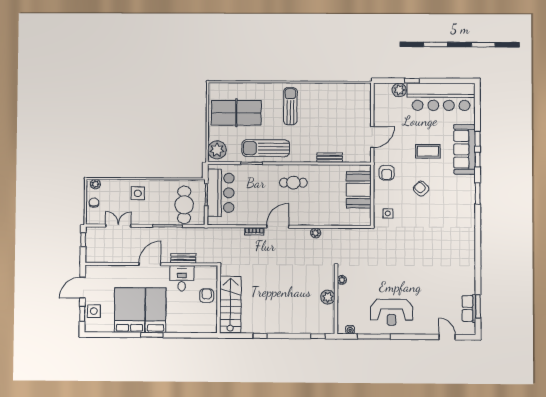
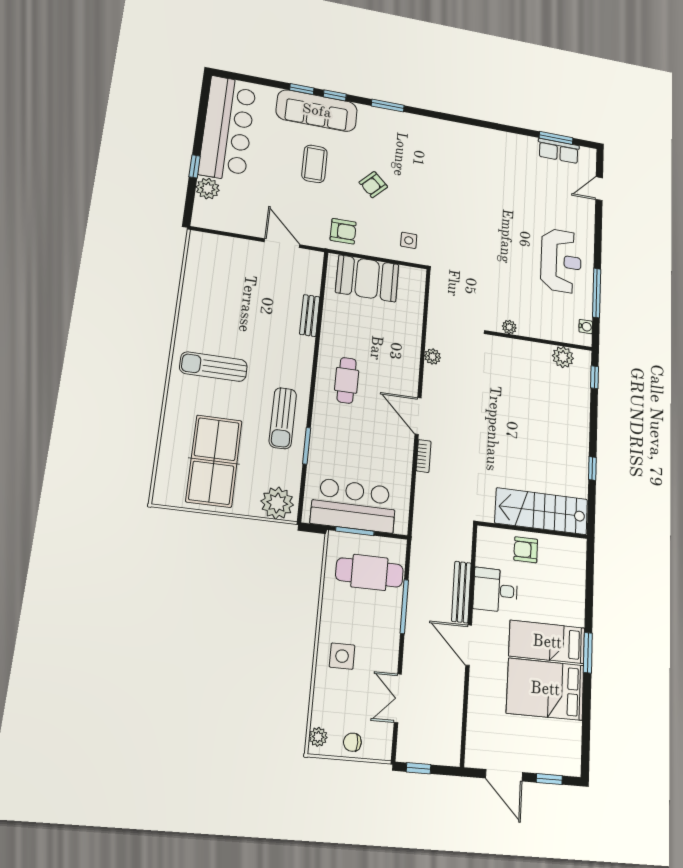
sun lounger: (266, 148) -> (283, 418), width x0.73, depth x0.75
bench: (183, 258) -> (461, 592), width x1.36
plant: (328, 297) -> (563, 357), moved
side table: (94, 311) -> (545, 756), removed

